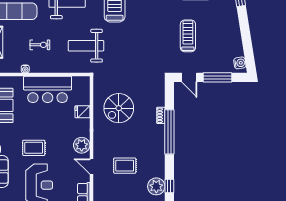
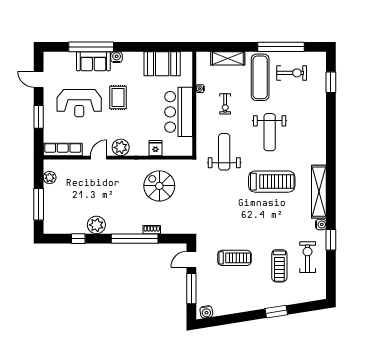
rug: (125, 166) -> (99, 192), removed
plant: (156, 186) -> (96, 225), moved

